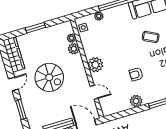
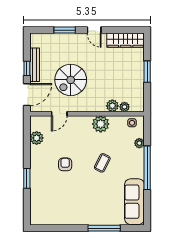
coffee table: (151, 37) -> (102, 163), moved
plant: (95, 65) -> (101, 124), moved
spiral stairs: (49, 77) -> (71, 80), moved
plant: (136, 101) -> (37, 138), moved

